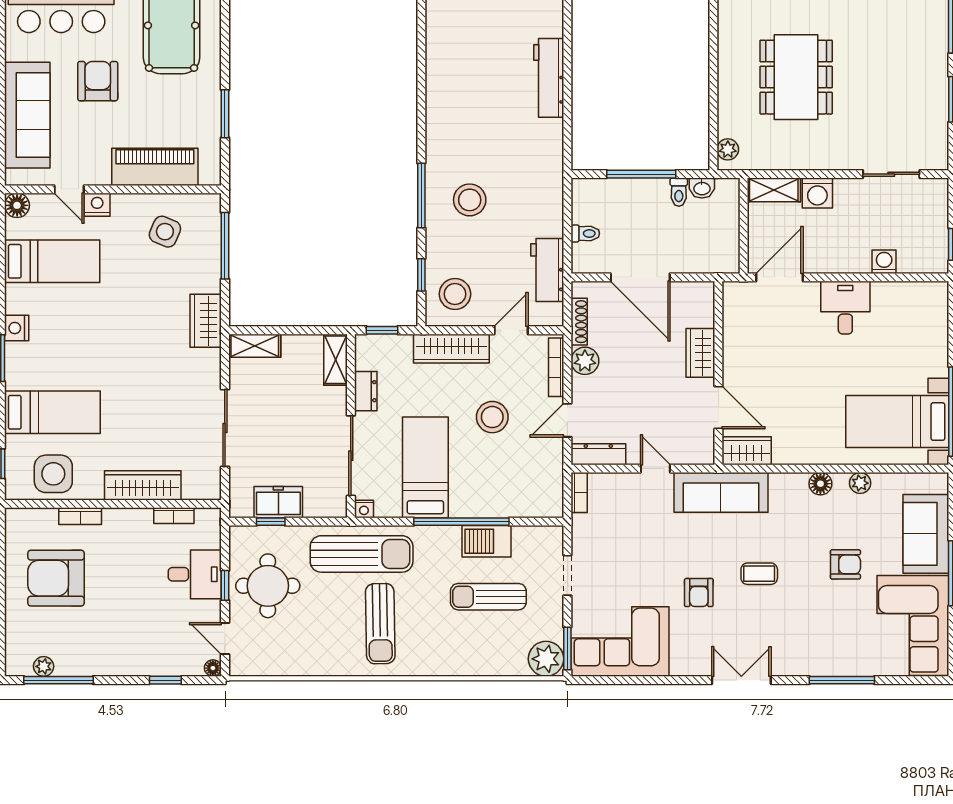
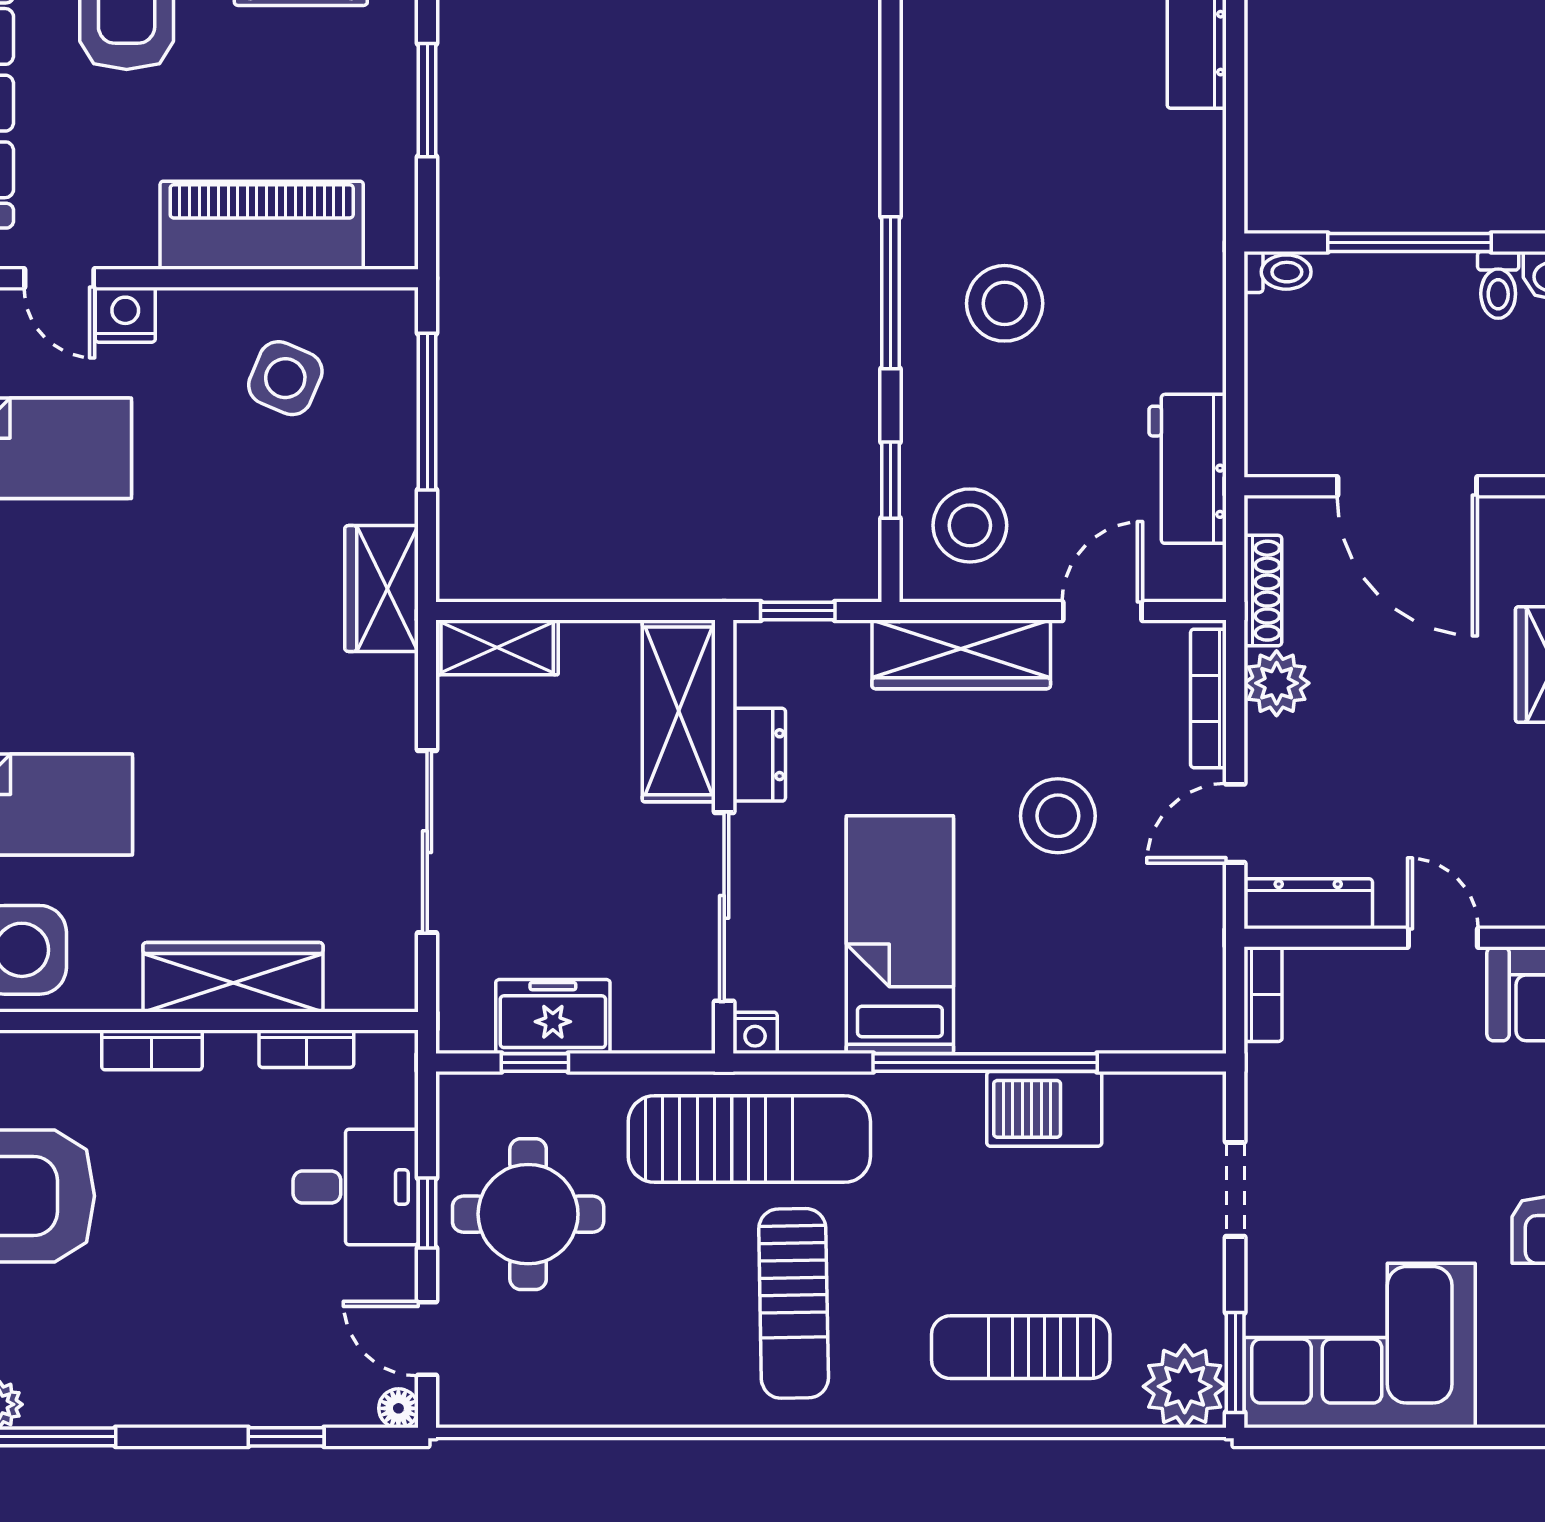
toilet: (585, 233) -> (1277, 272), moved
shelving: (336, 360) -> (679, 711), width x1.50, depth x1.33
bookcase: (80, 516) -> (152, 1050), moved
sun lounger: (488, 597) -> (1021, 1347), moved

